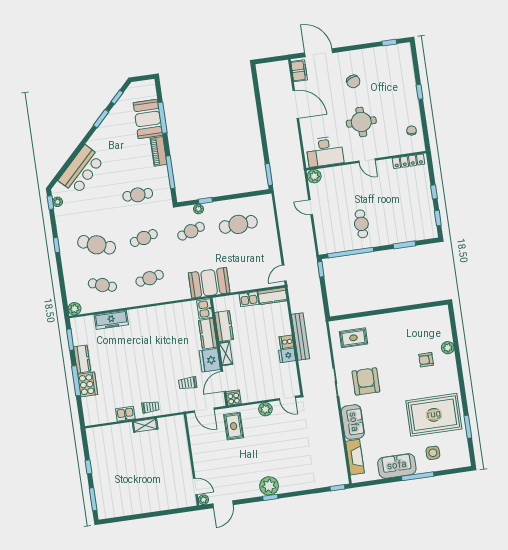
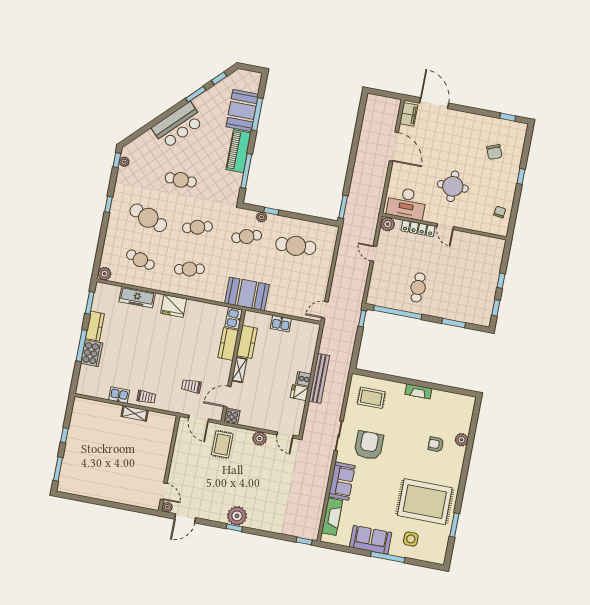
chair: (353, 81) -> (494, 152), moved
piano: (159, 151) -> (239, 151), width x1.37, depth x1.33
locker: (408, 161) -> (418, 228), moved
bar counter: (81, 170) -> (178, 125), moved
cafe table: (138, 195) -> (181, 180), moved
kitchen counter: (272, 296) -> (305, 329), removed
fireplace: (394, 317) -> (418, 391), added
fridge: (210, 360) -> (174, 306), moved, turned -90

